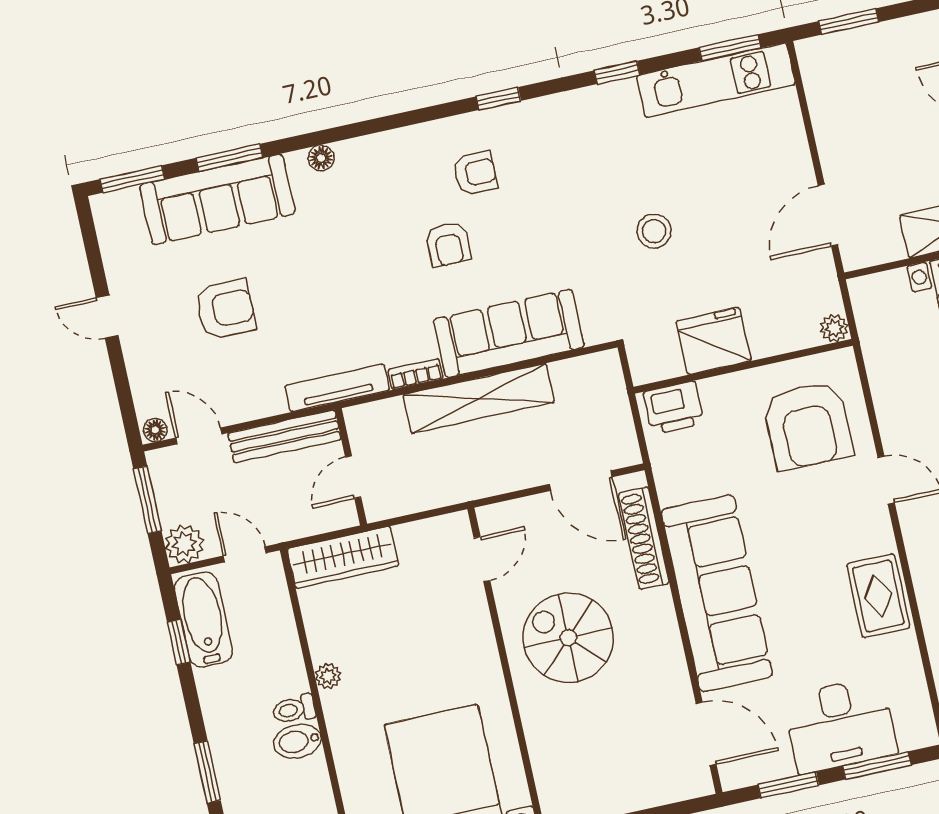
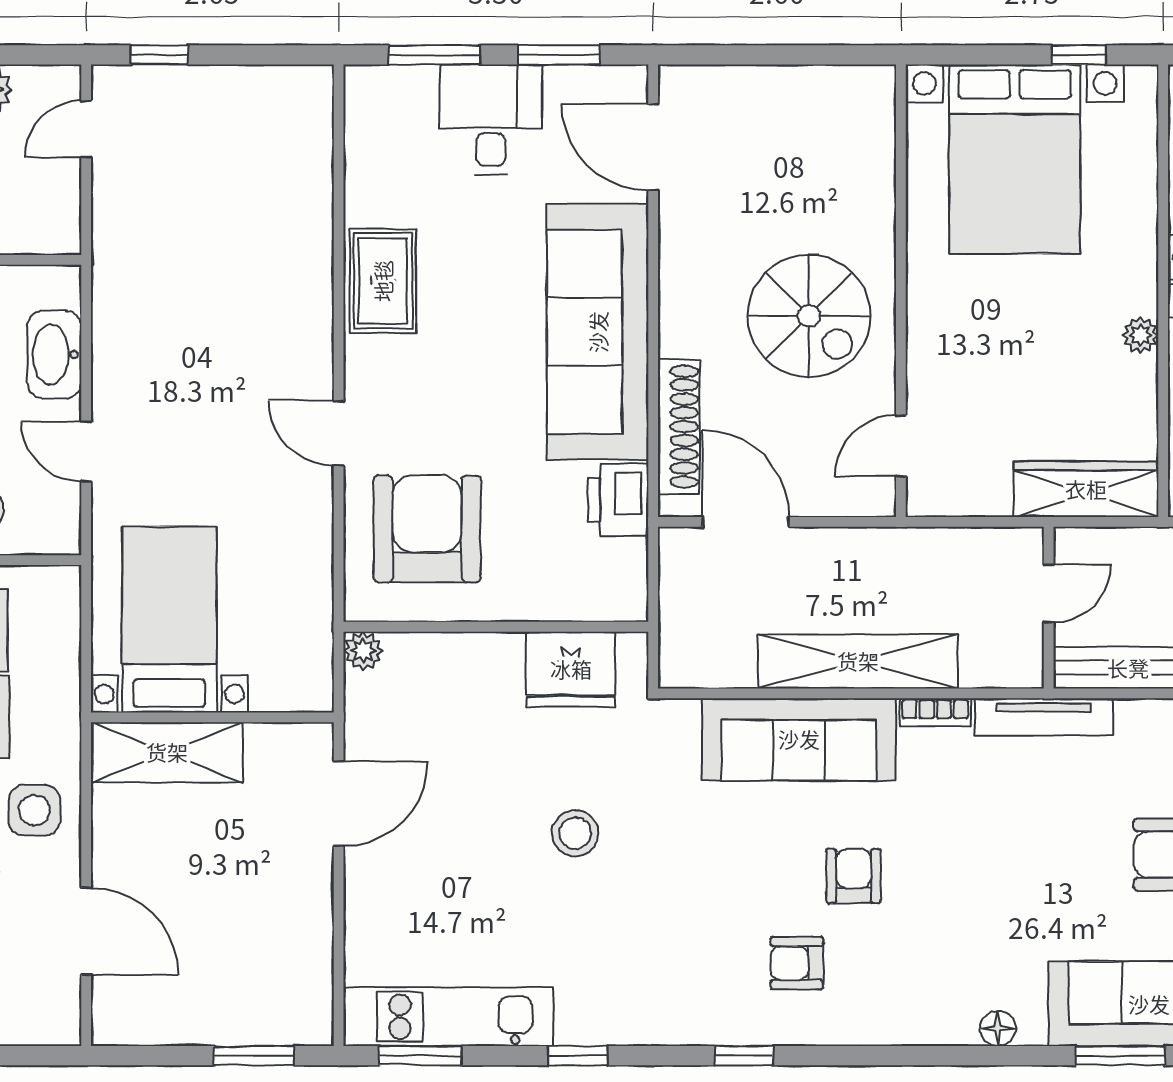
fridge: (713, 341) -> (571, 669), moved
printer: (674, 408) -> (618, 500), moved, turned -90
desk: (840, 725) -> (491, 120), width x0.73

